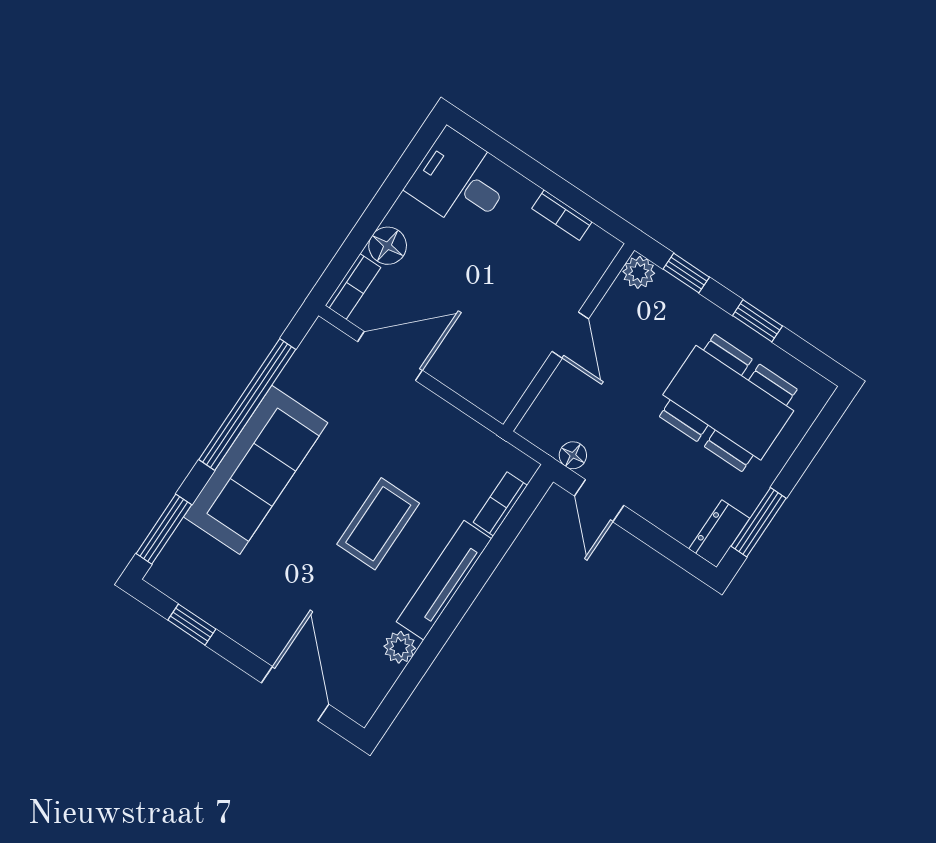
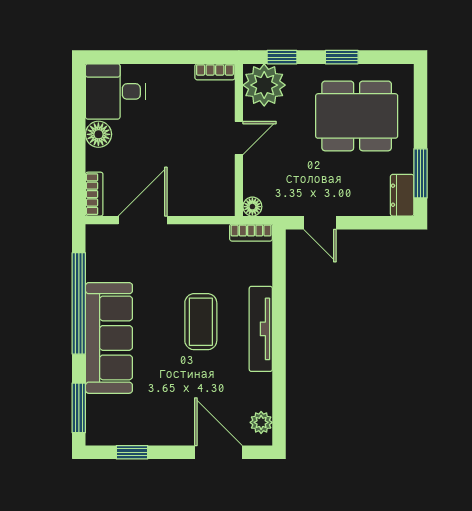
bookcase: (562, 215) -> (215, 72), moved
floor lamp: (388, 246) -> (98, 134), moved
plant: (639, 272) -> (264, 85), width x1.87, depth x1.87
door: (570, 335) -> (239, 138), hinge flipped
floor lamp: (573, 455) -> (252, 207), moved
bookcase: (500, 504) -> (251, 233), moved, turned -90
plant: (400, 647) -> (261, 422), moved

